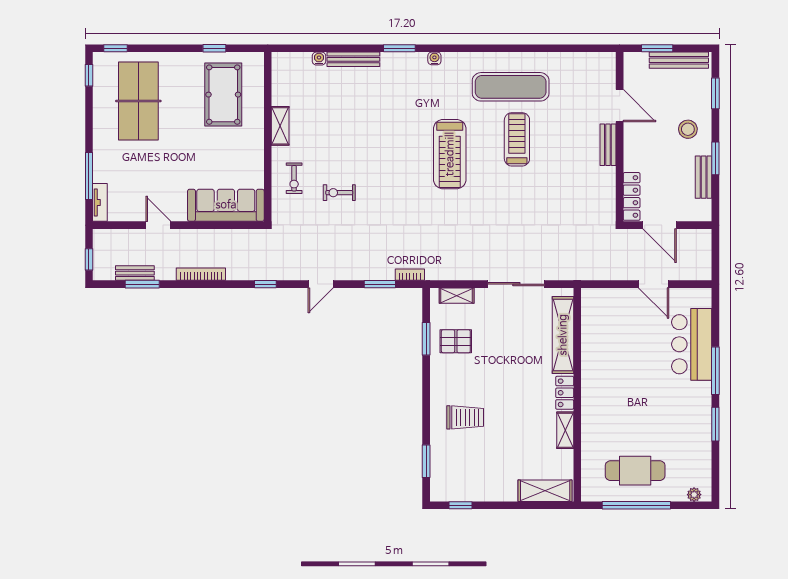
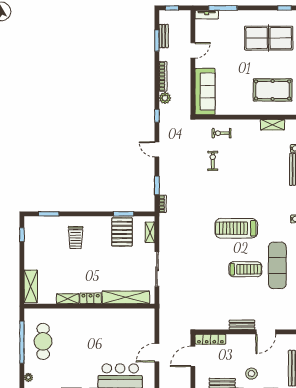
shelving: (280, 126) -> (273, 125), moved
plant: (236, 271) -> (165, 98), added
pallet: (456, 341) -> (122, 232), width x1.50, depth x1.42

